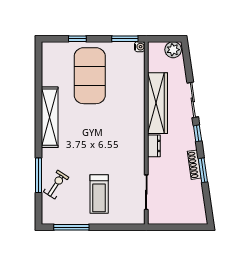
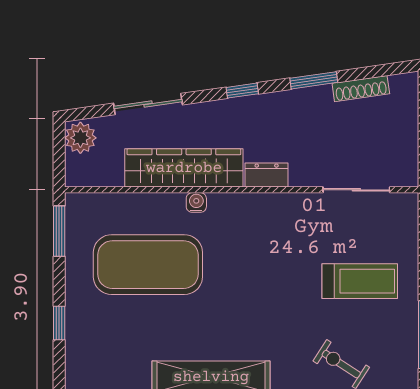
water cooler: (140, 47) -> (196, 202), moved
exercise mat: (90, 76) -> (148, 265), moved
sliding door: (193, 100) -> (148, 104), moved
shoe rack: (194, 165) -> (361, 89), moved

